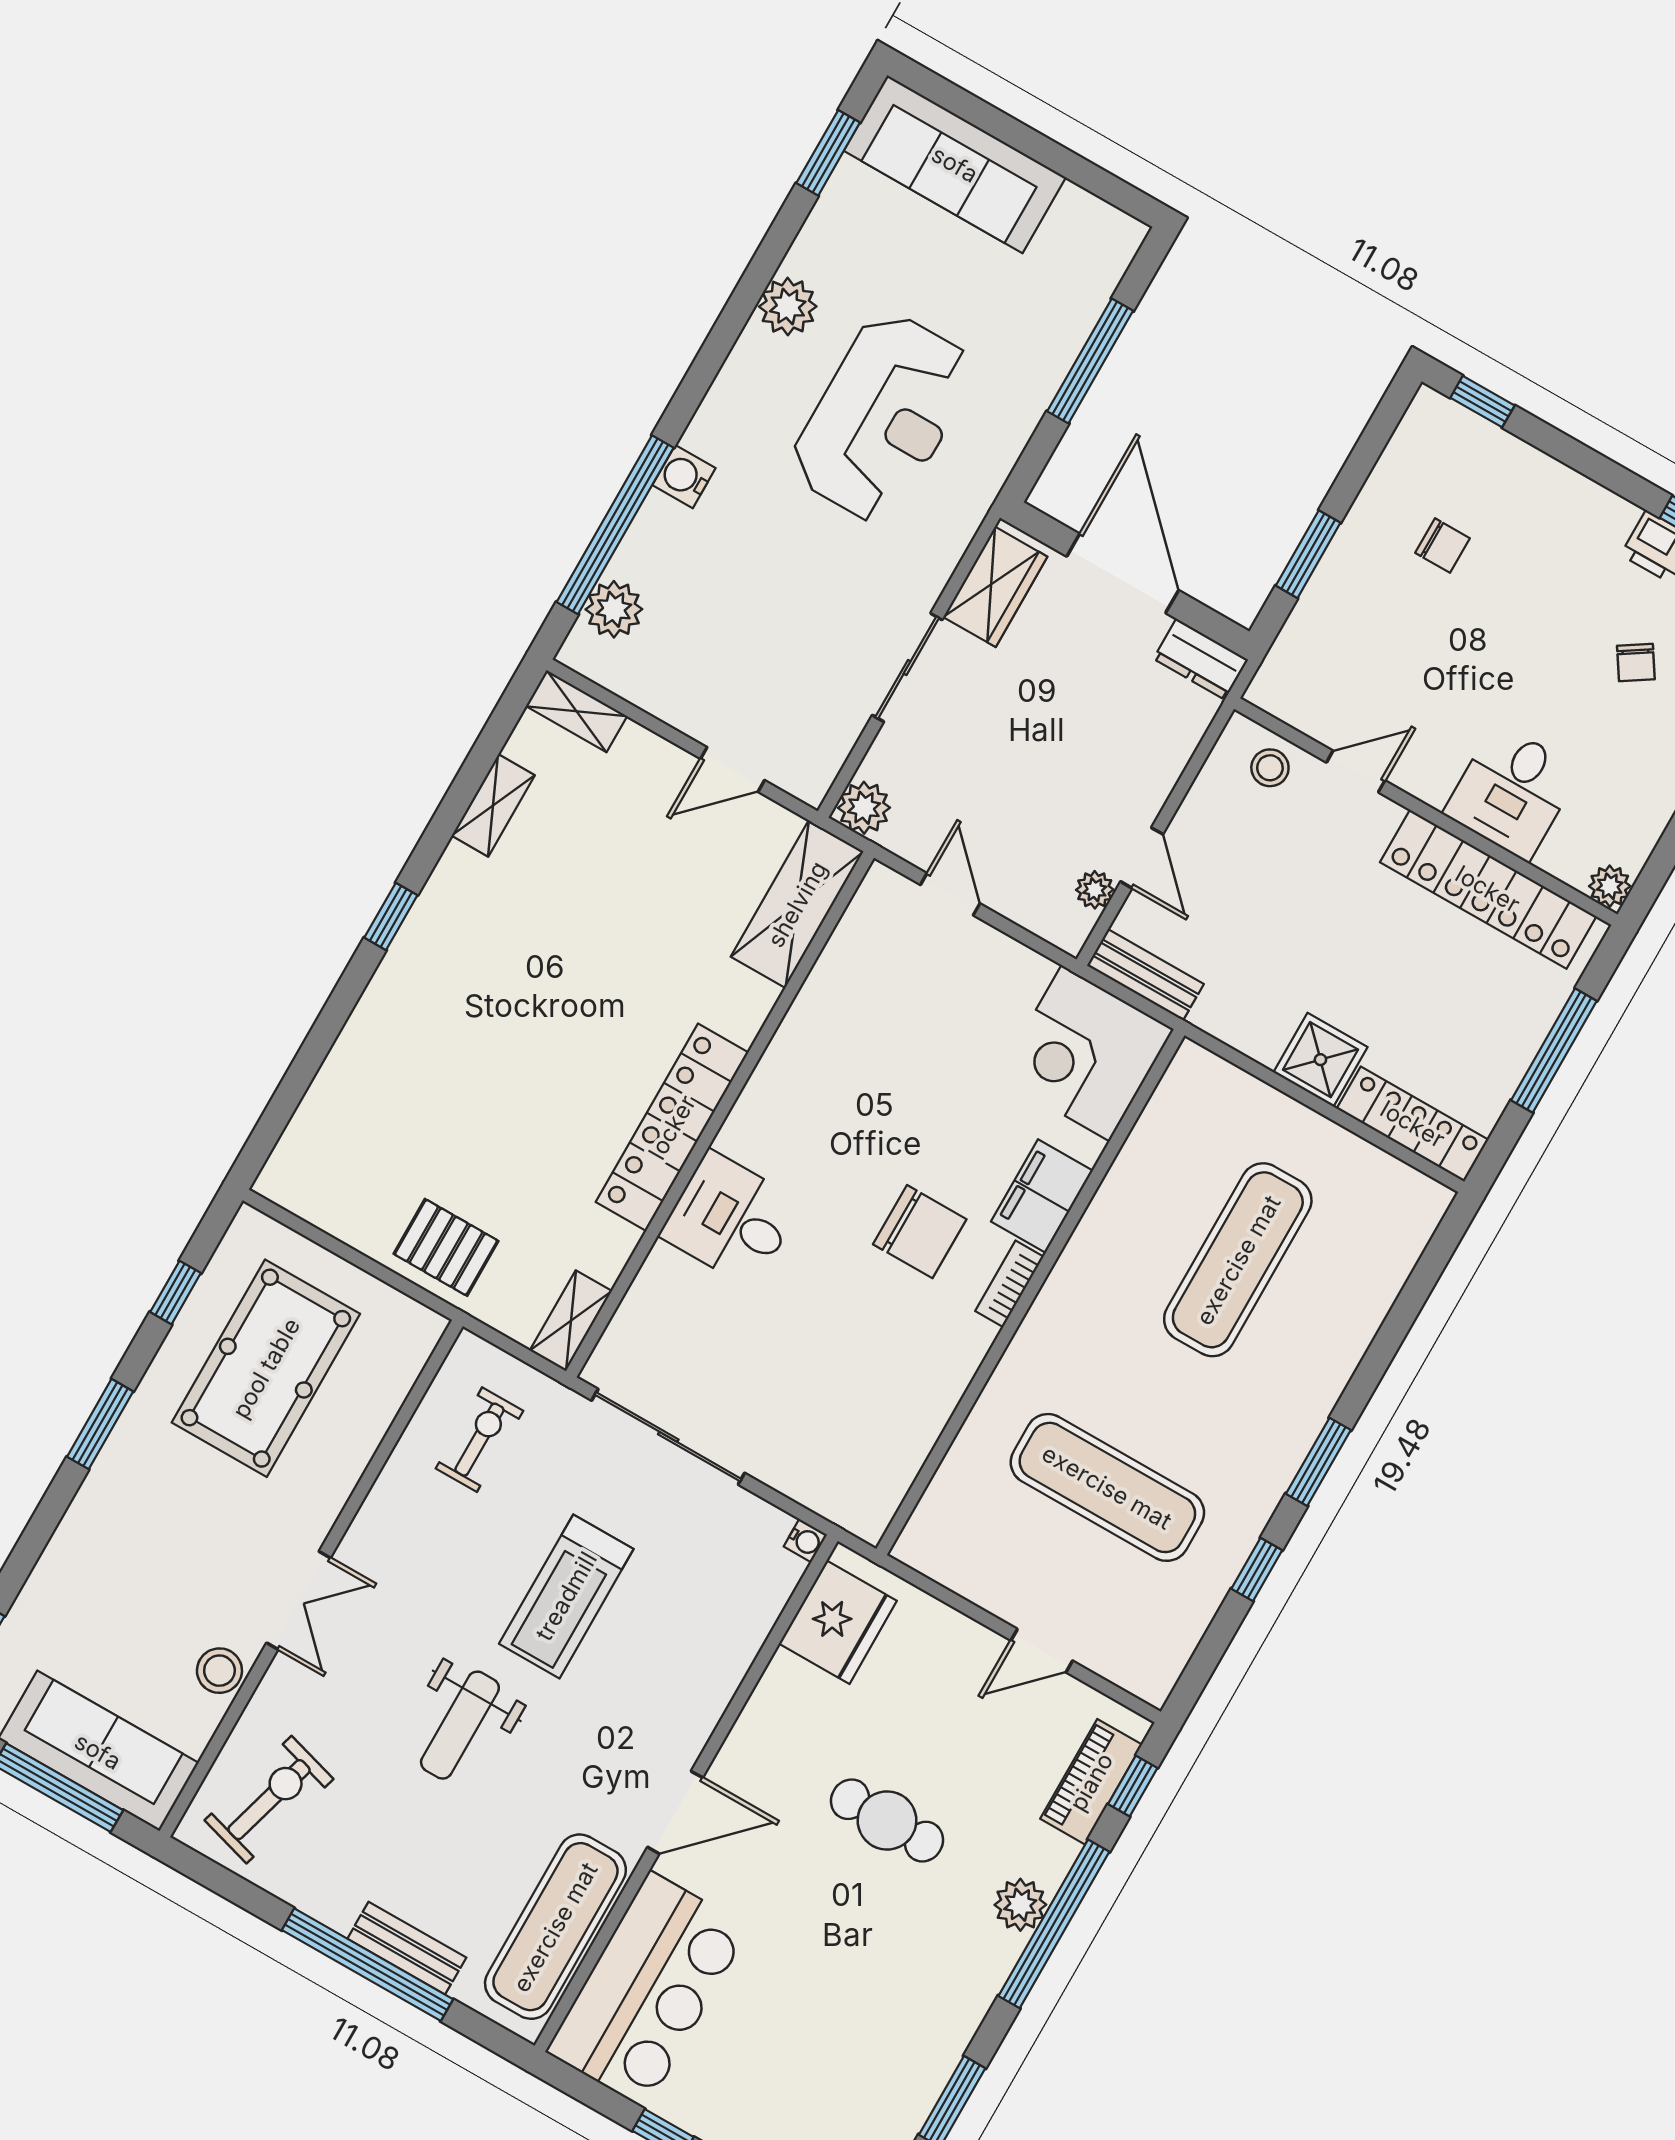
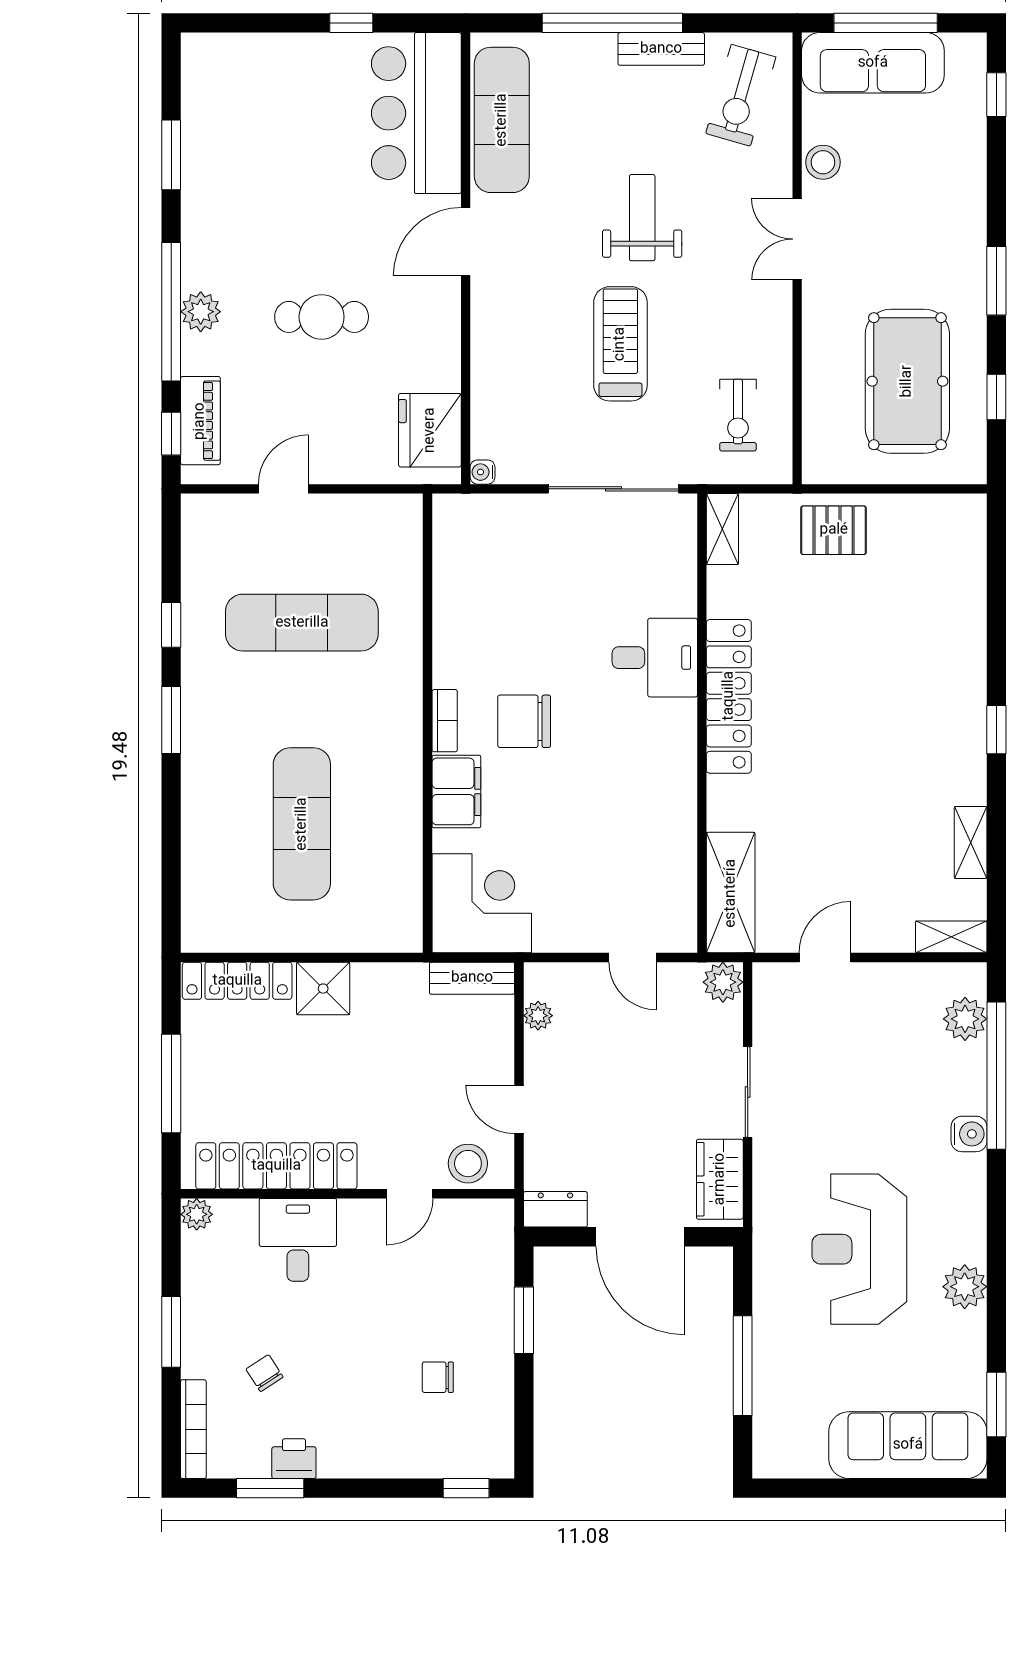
stool: (1270, 768) -> (468, 1164), width x1.37, depth x1.37
door: (1142, 858) -> (519, 1109), moved
bench: (407, 1948) -> (661, 49), moved

